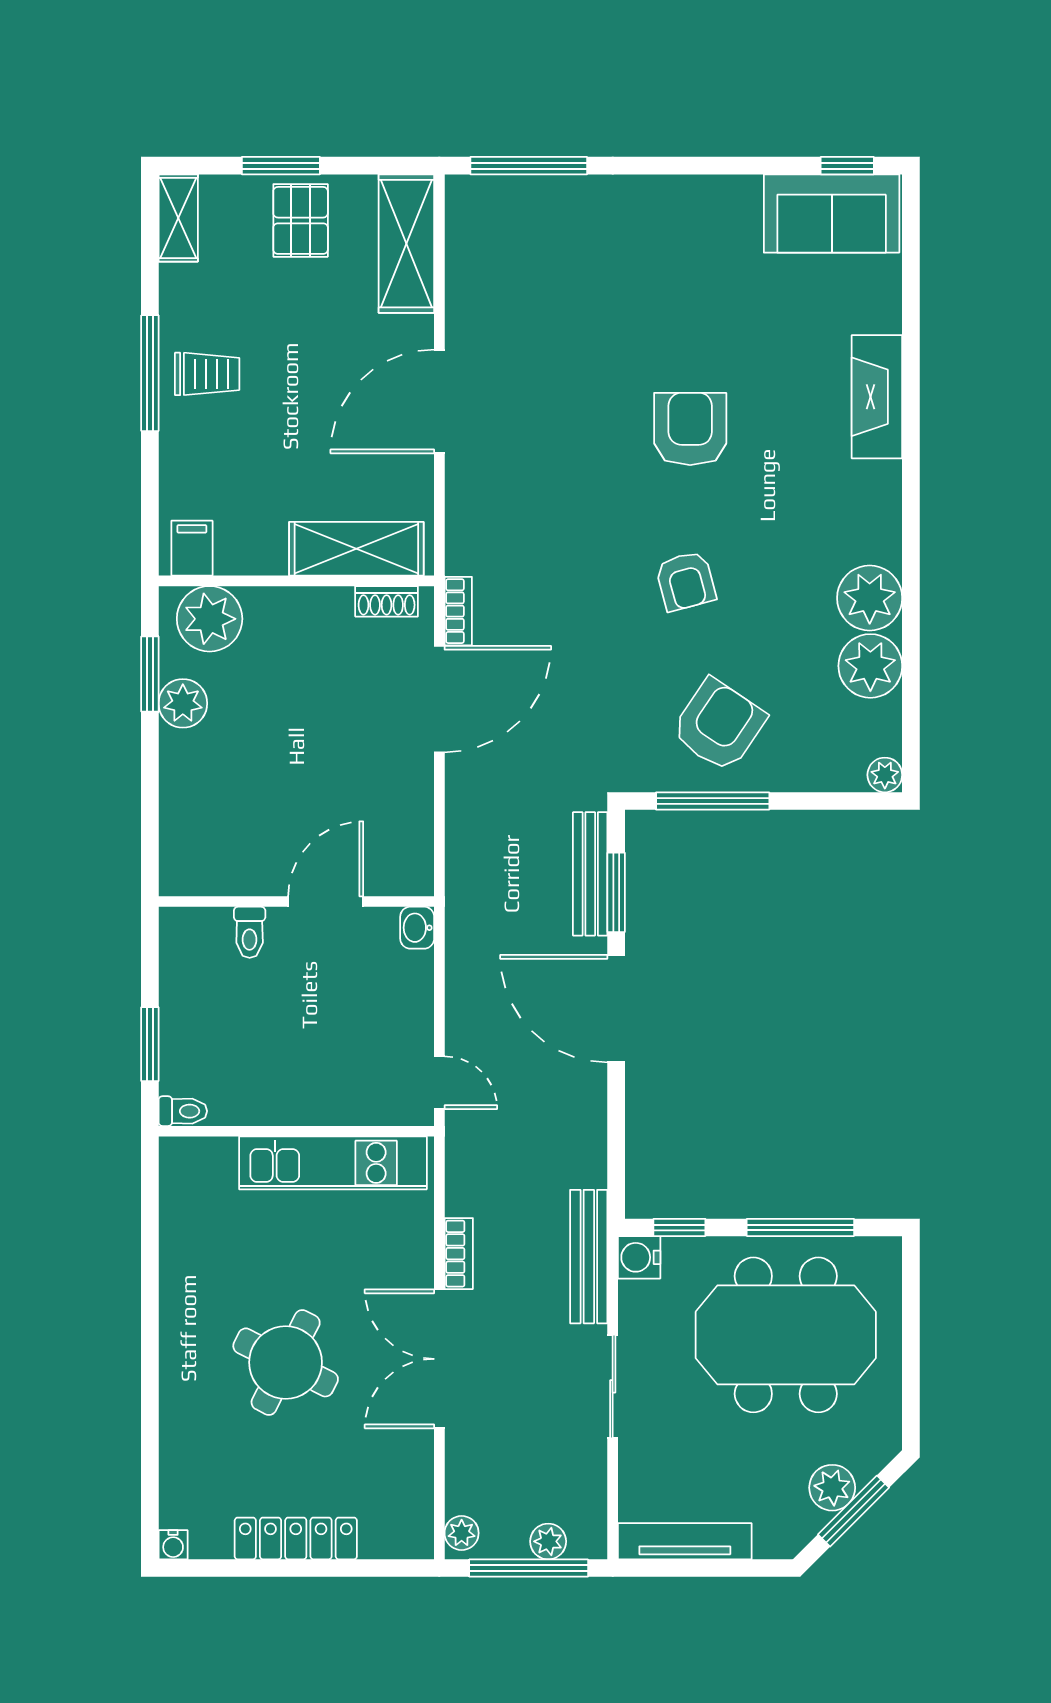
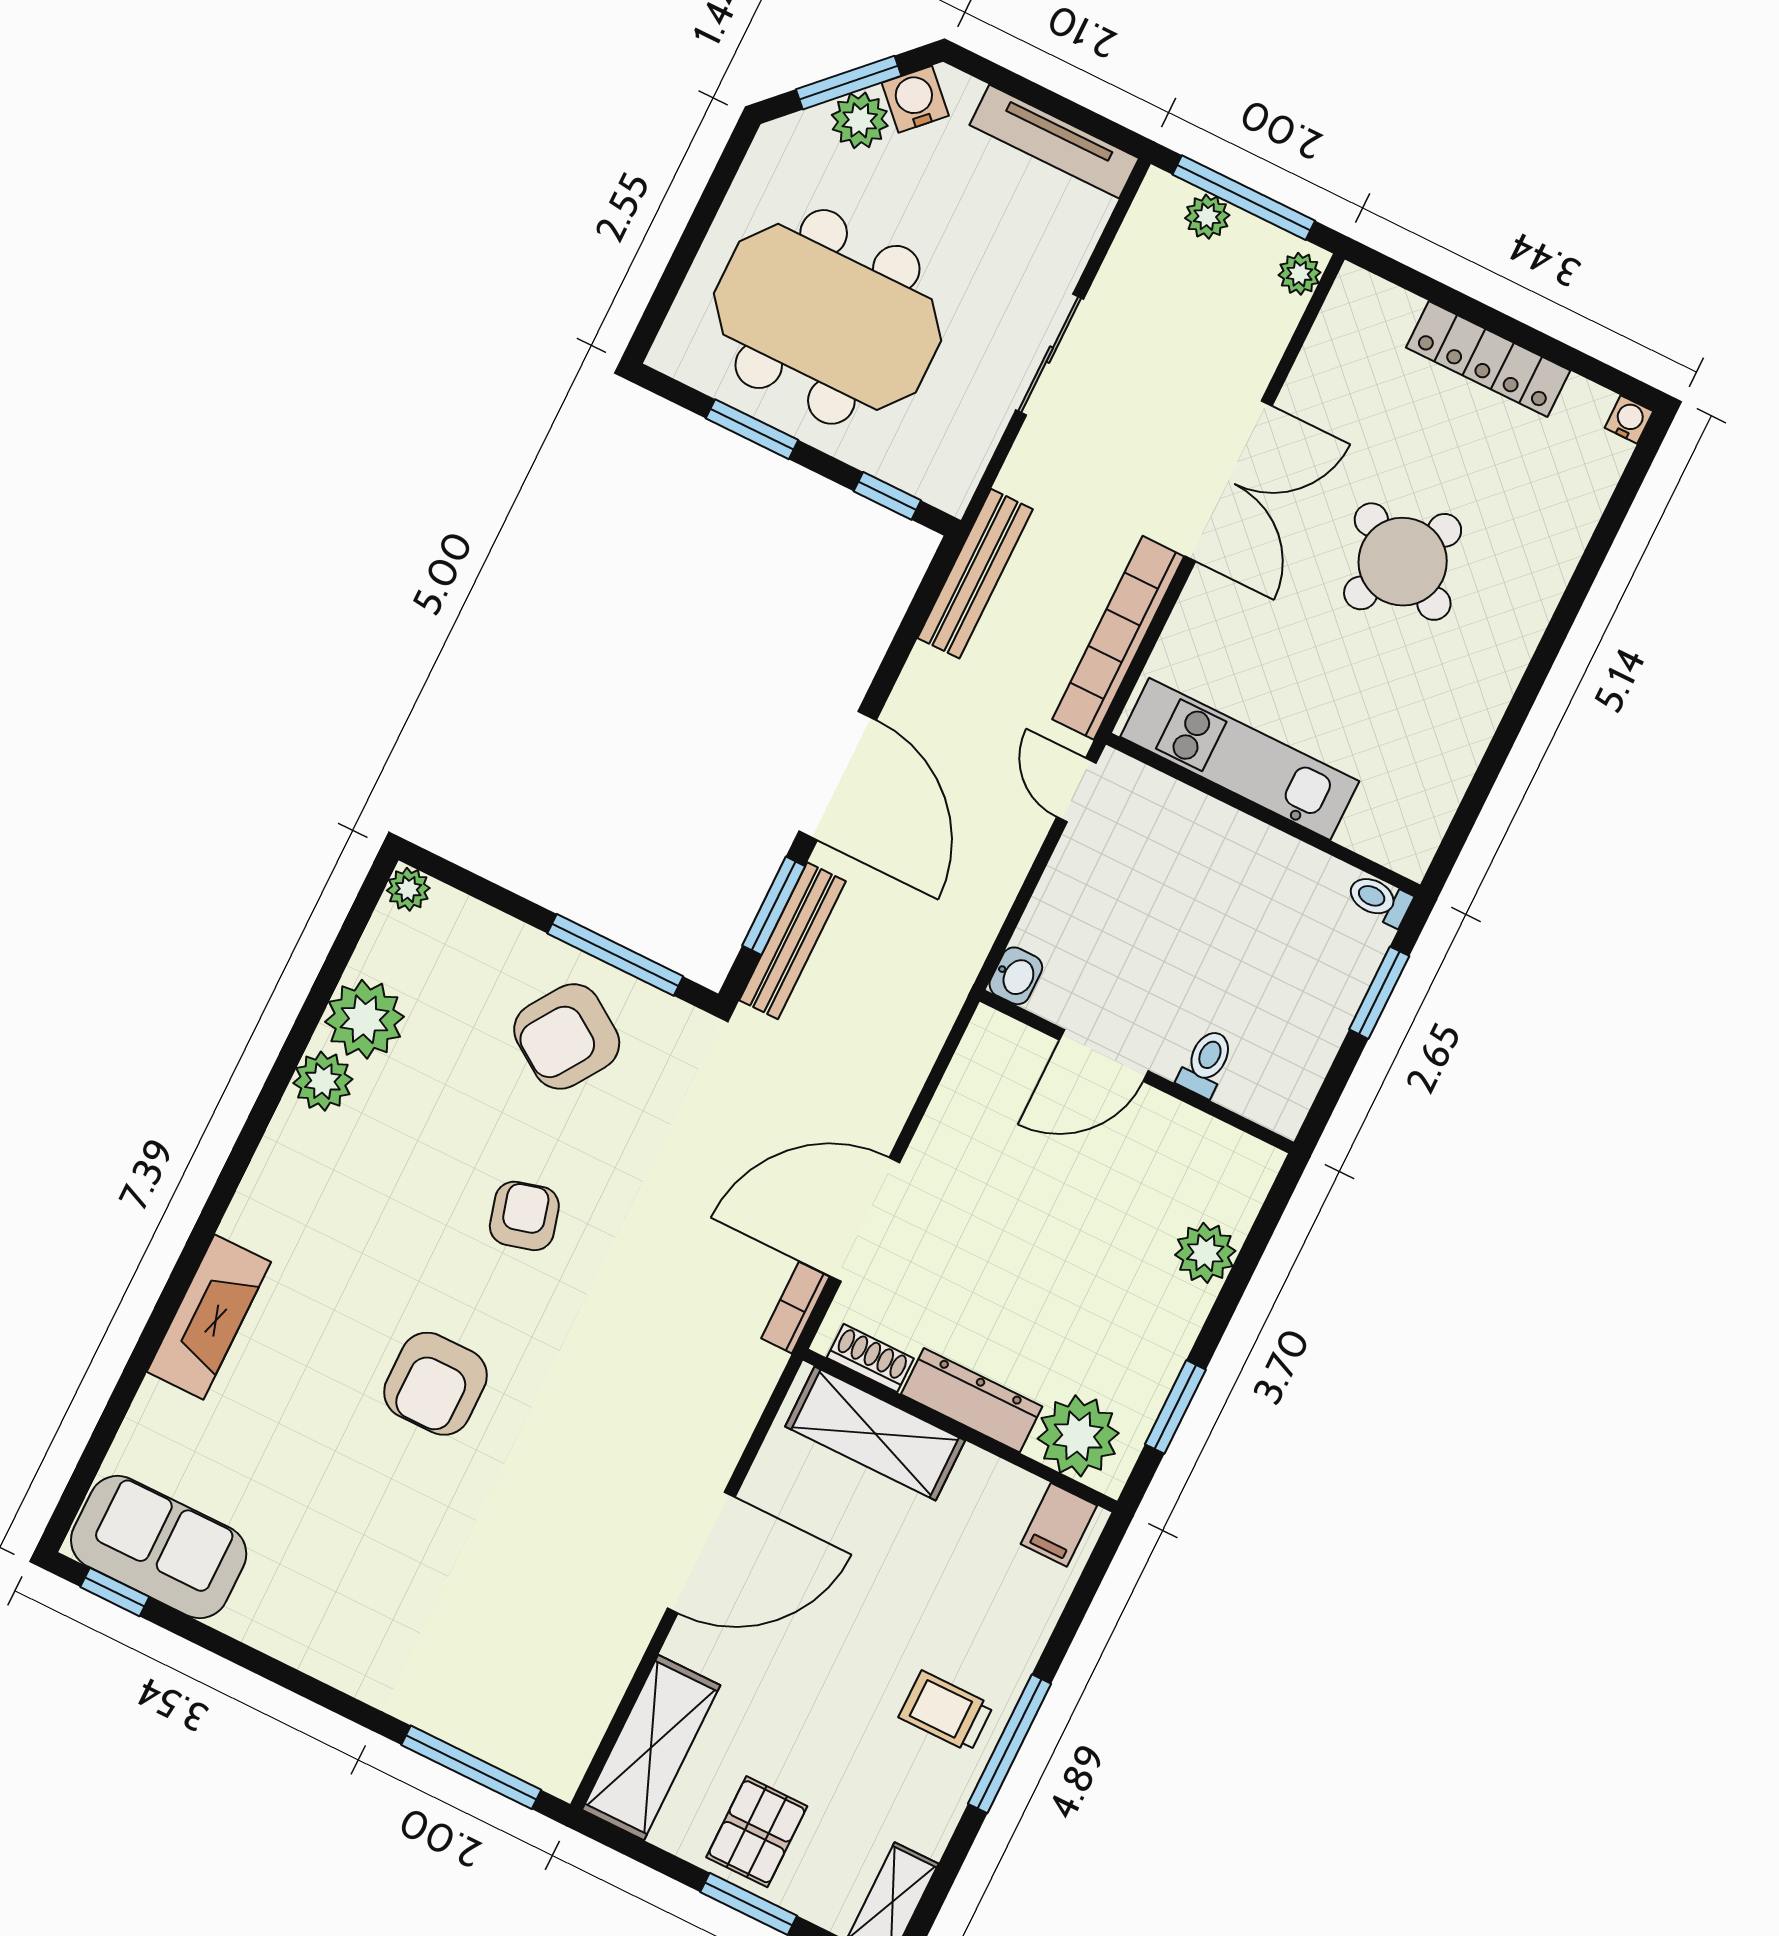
plant: (870, 598) -> (323, 1081), width x0.73, depth x0.73
dresser: (299, 607) -> (972, 1400), added
plant: (183, 703) -> (1205, 1253), moved
window: (800, 1227) -> (752, 429), width x0.69
bookcase: (459, 1254) -> (1118, 638), width x2.31, depth x1.31
bench: (589, 1257) -> (975, 574), moved
water cooler: (639, 1257) -> (915, 99), moved, turned -135

